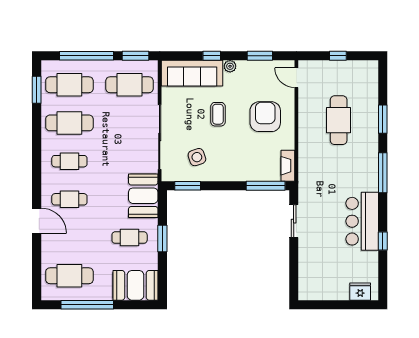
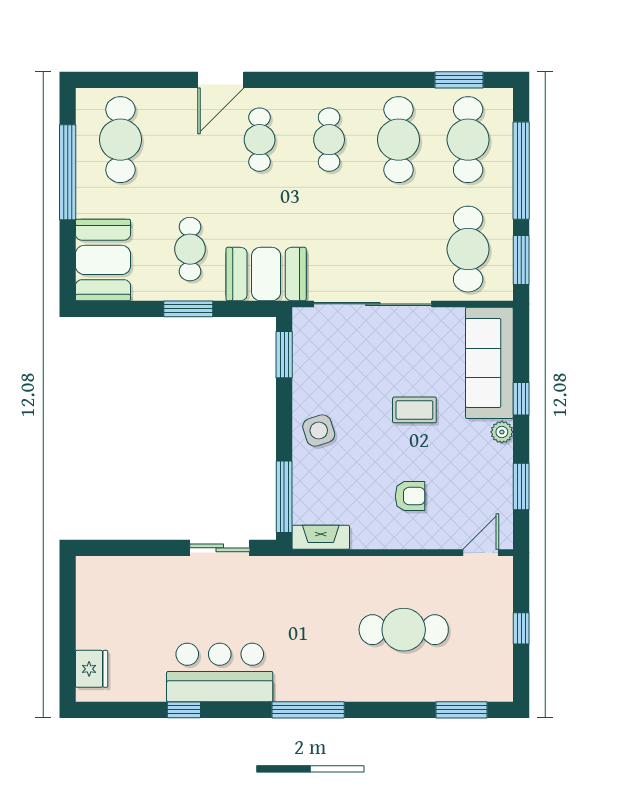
armchair: (265, 117) -> (410, 496), width x0.53, depth x0.53
window: (383, 119) -> (461, 710), moved
side table: (197, 157) -> (319, 430), moved

